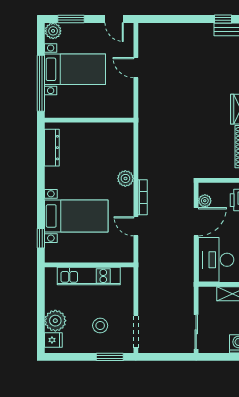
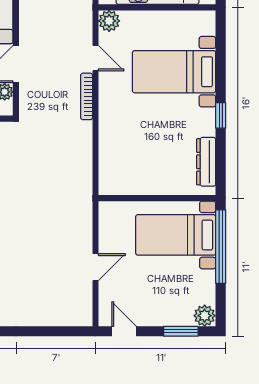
door: (136, 68) -> (95, 267), hinge flipped
bed with nightstands: (75, 69) -> (176, 235), moved
plant: (125, 178) -> (109, 21), moved
window: (41, 238) -> (221, 115), moved

